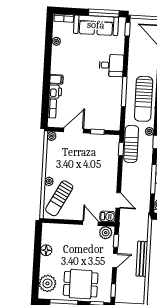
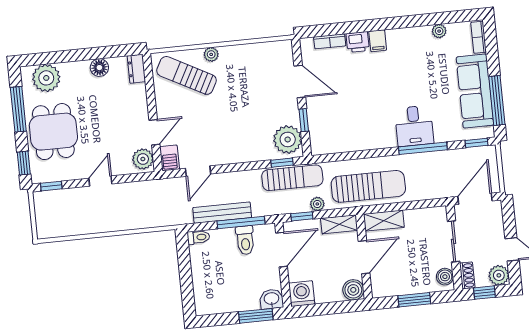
window: (124, 92) -> (423, 148), moved
sun lounger: (144, 99) -> (368, 186), turned 180
plant: (52, 136) -> (288, 139), moved, width x1.88, depth x1.88
dresser: (50, 228) -> (136, 69), added
window: (116, 241) -> (132, 178), removed
bench: (142, 259) -> (222, 213), moved
door: (115, 260) -> (100, 181), swing flipped

